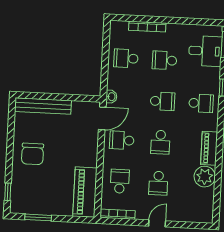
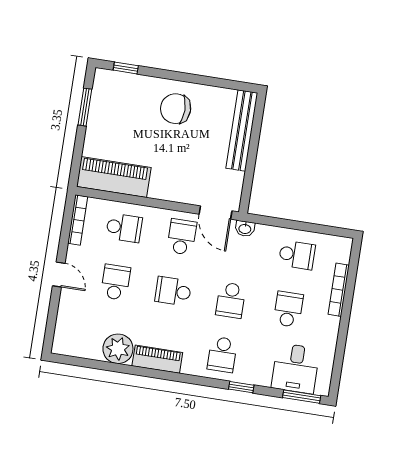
school desk: (126, 58) -> (297, 255), turned 90
school desk: (158, 183) -> (116, 282), turned 90

